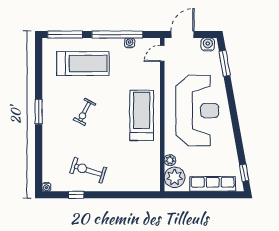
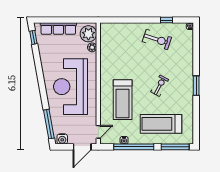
window: (225, 63) -> (49, 124), width x1.44
treadmill: (142, 115) -> (123, 100), moved

